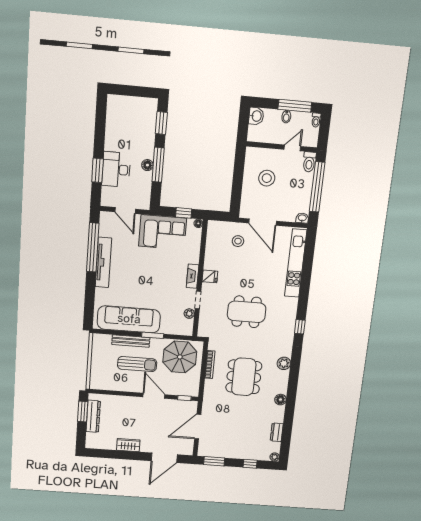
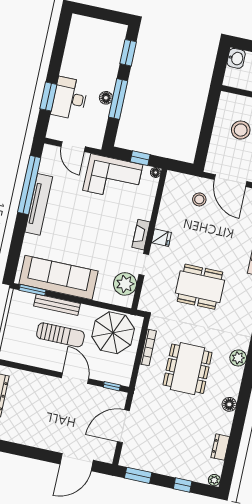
plant: (189, 314) -> (125, 284), width x1.88, depth x1.88
window: (153, 335) -> (32, 290), moved
wardrobe: (128, 445) -> (35, 439), removed

